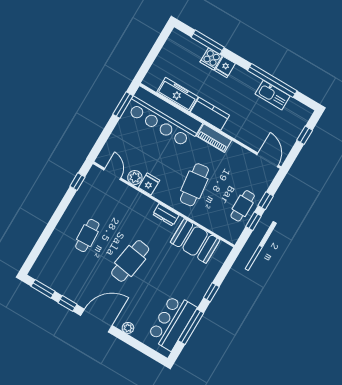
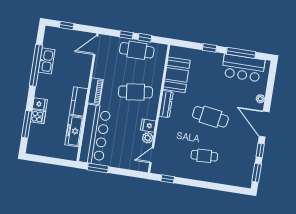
cafe table: (243, 206) -> (137, 50), width x1.37, depth x1.35
dresser: (166, 215) -> (166, 104), width x1.44

